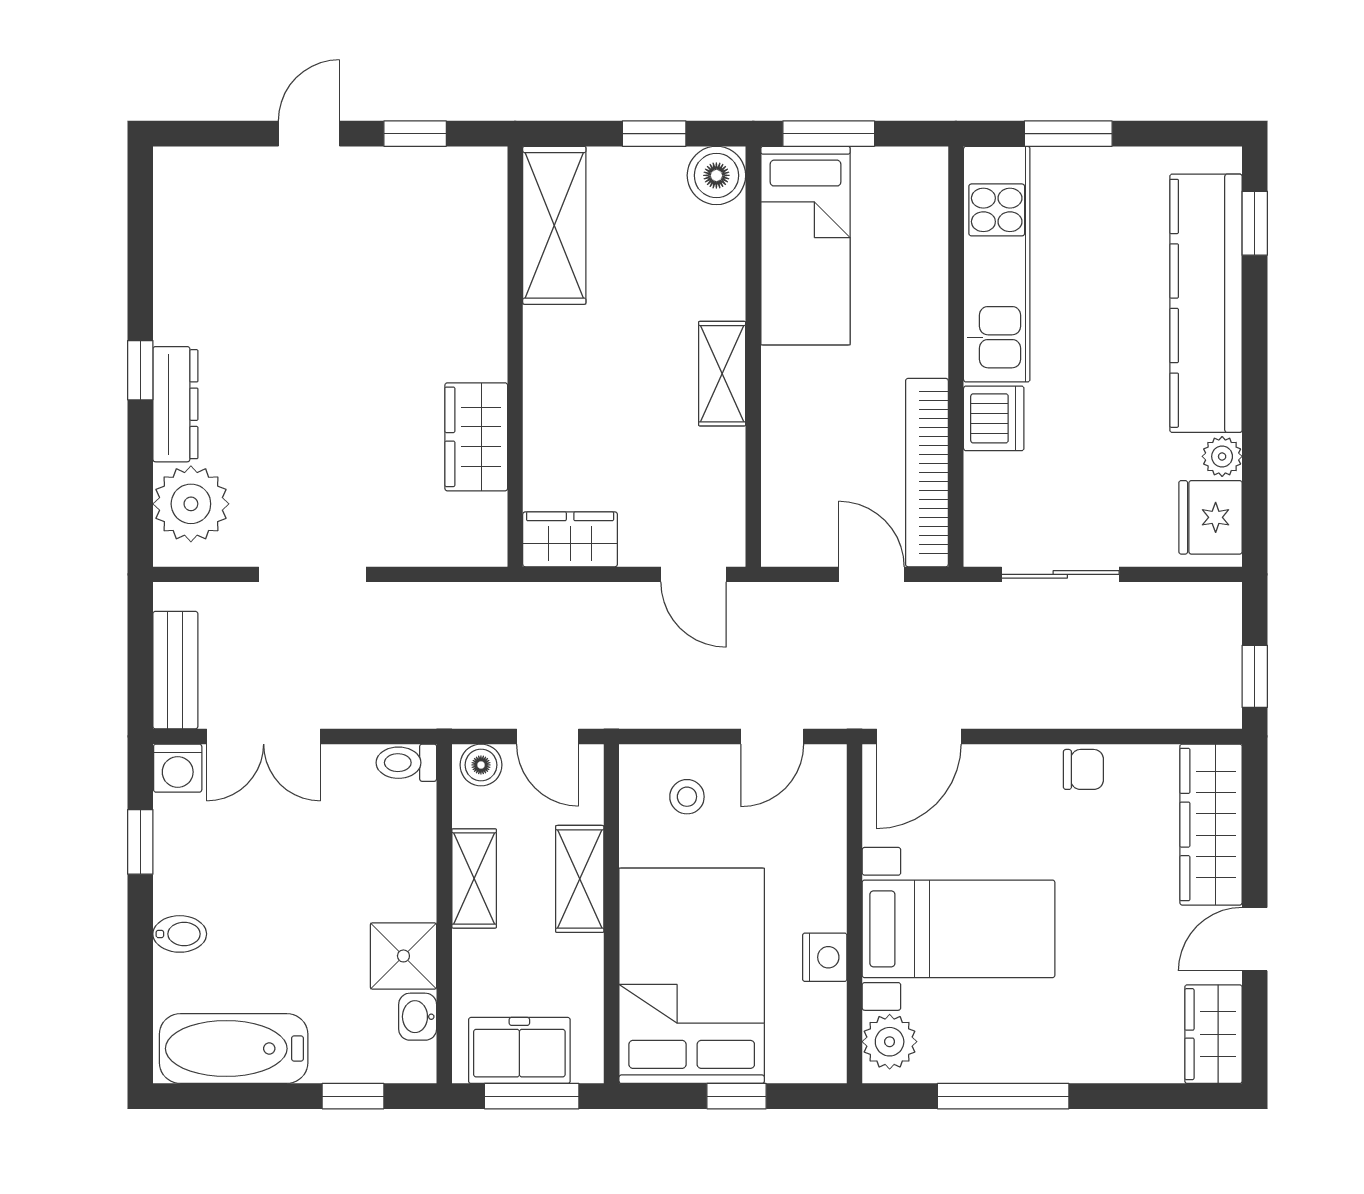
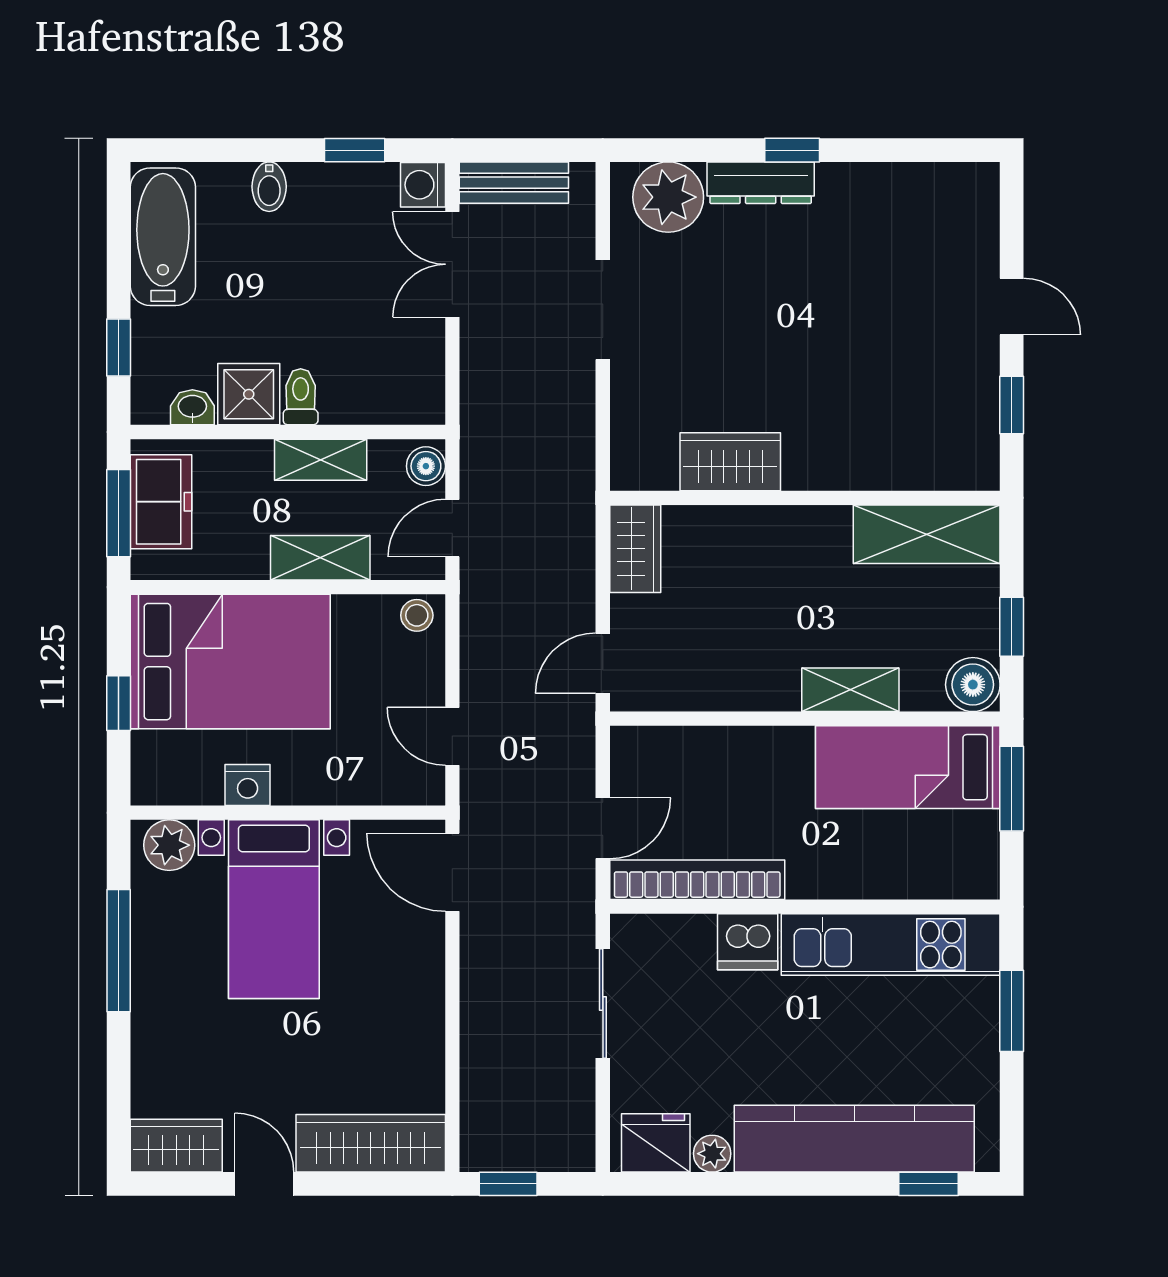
shelving: (722, 374) -> (850, 690), moved
toilet: (406, 763) -> (301, 397), moved
chair: (1083, 769) -> (422, 1025), removed
stool: (687, 797) -> (417, 615), moved

